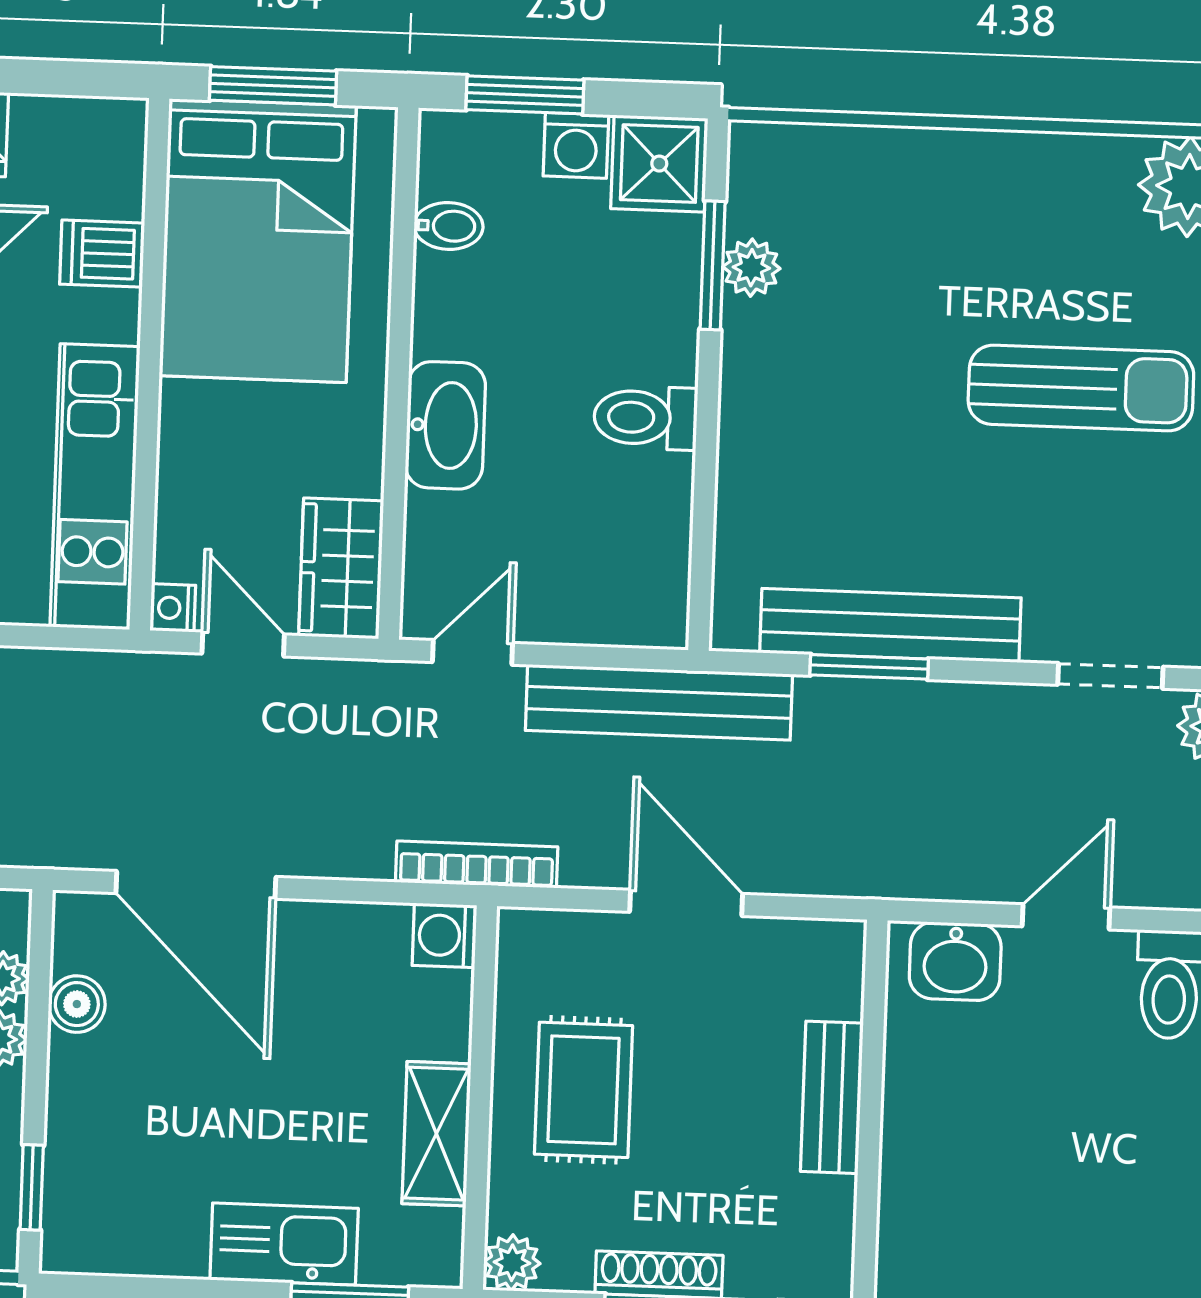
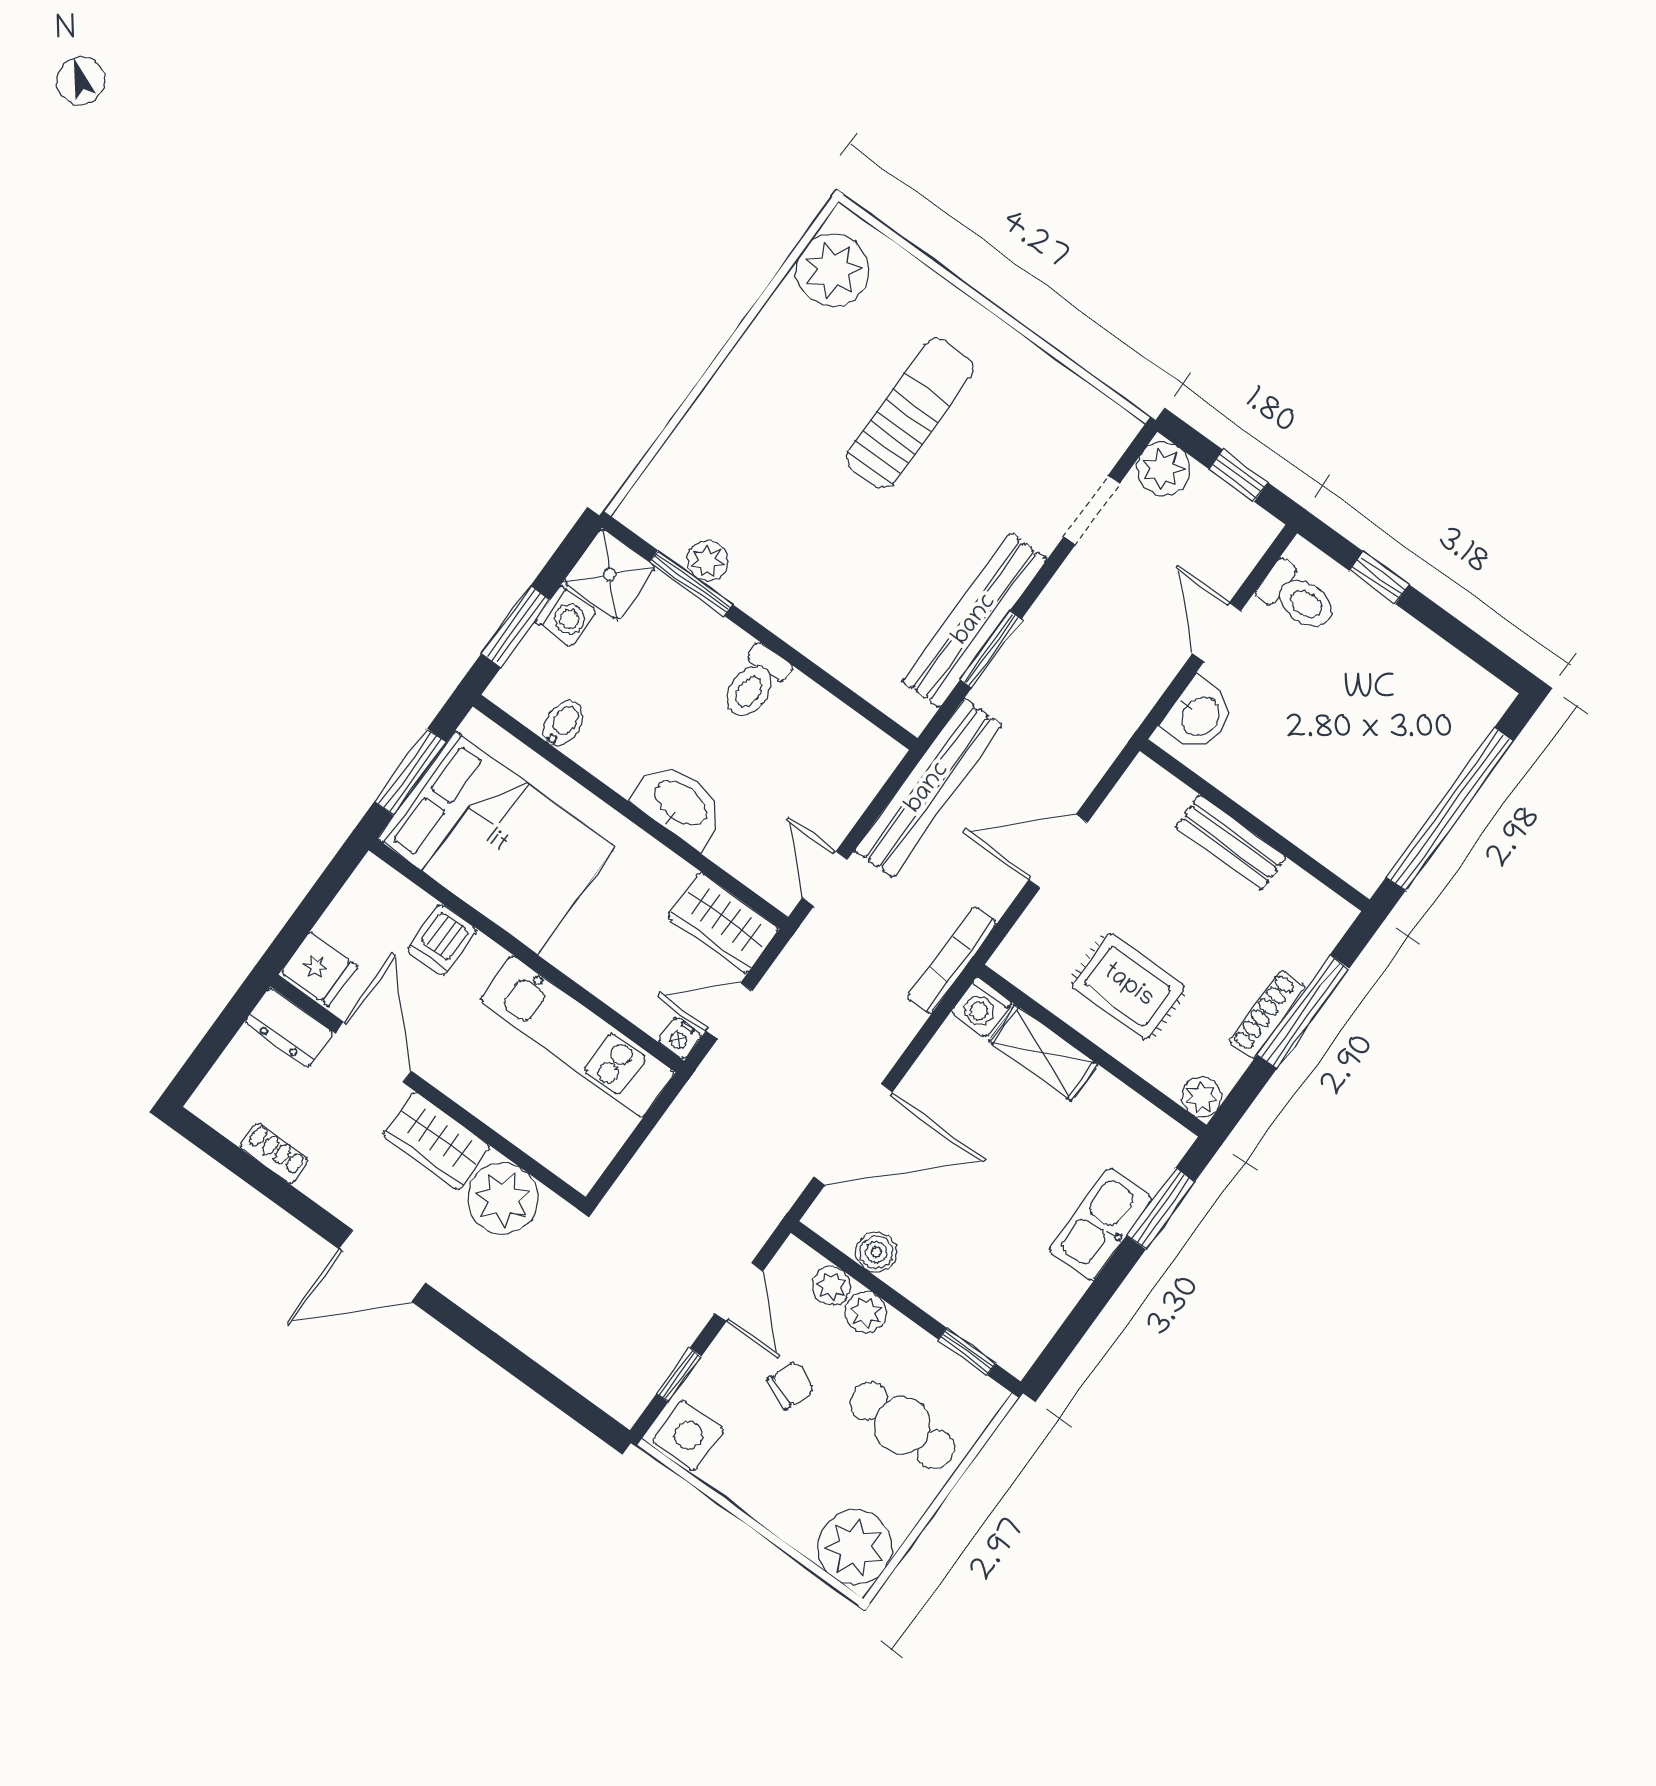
shelving: (436, 1134) -> (1043, 1053), moved

